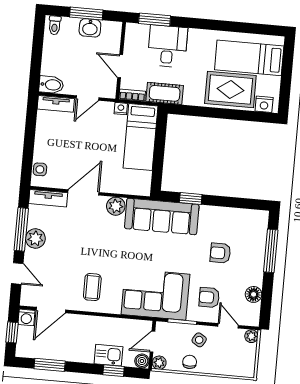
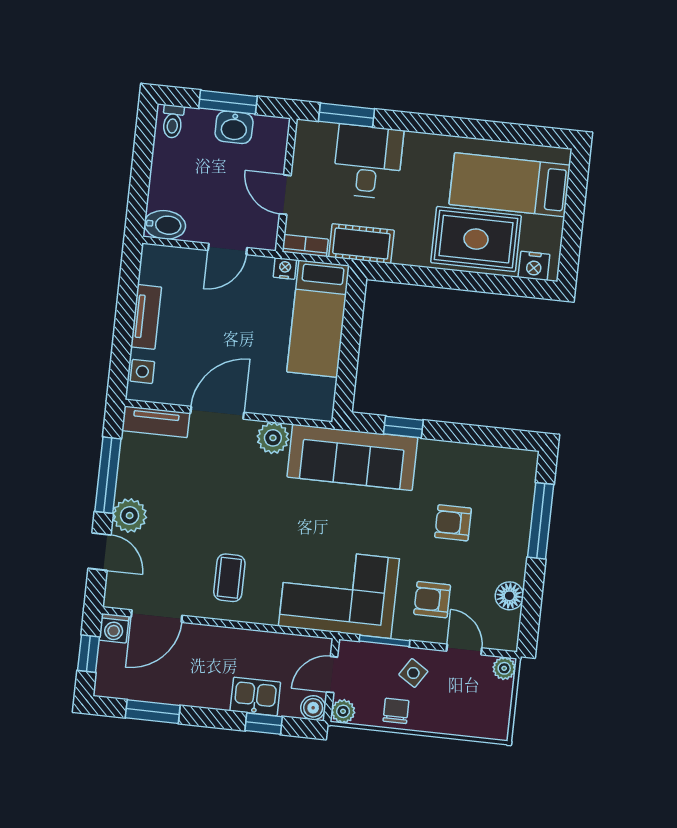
tv unit: (56, 104) -> (146, 317), moved, turned -90
plant: (35, 238) -> (130, 516), moved

